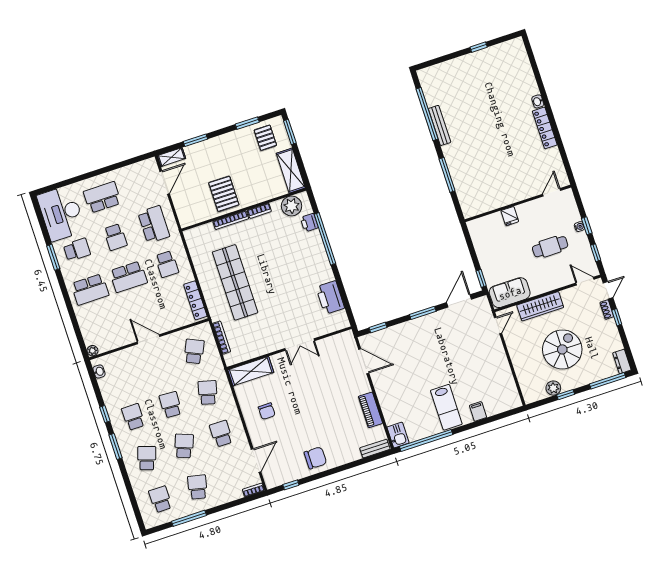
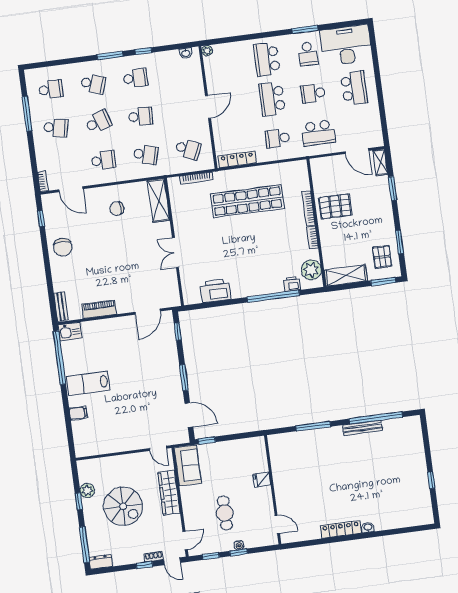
pallet: (265, 138) -> (382, 257), turned 90
school desk: (184, 446) -> (98, 122), turned -39

